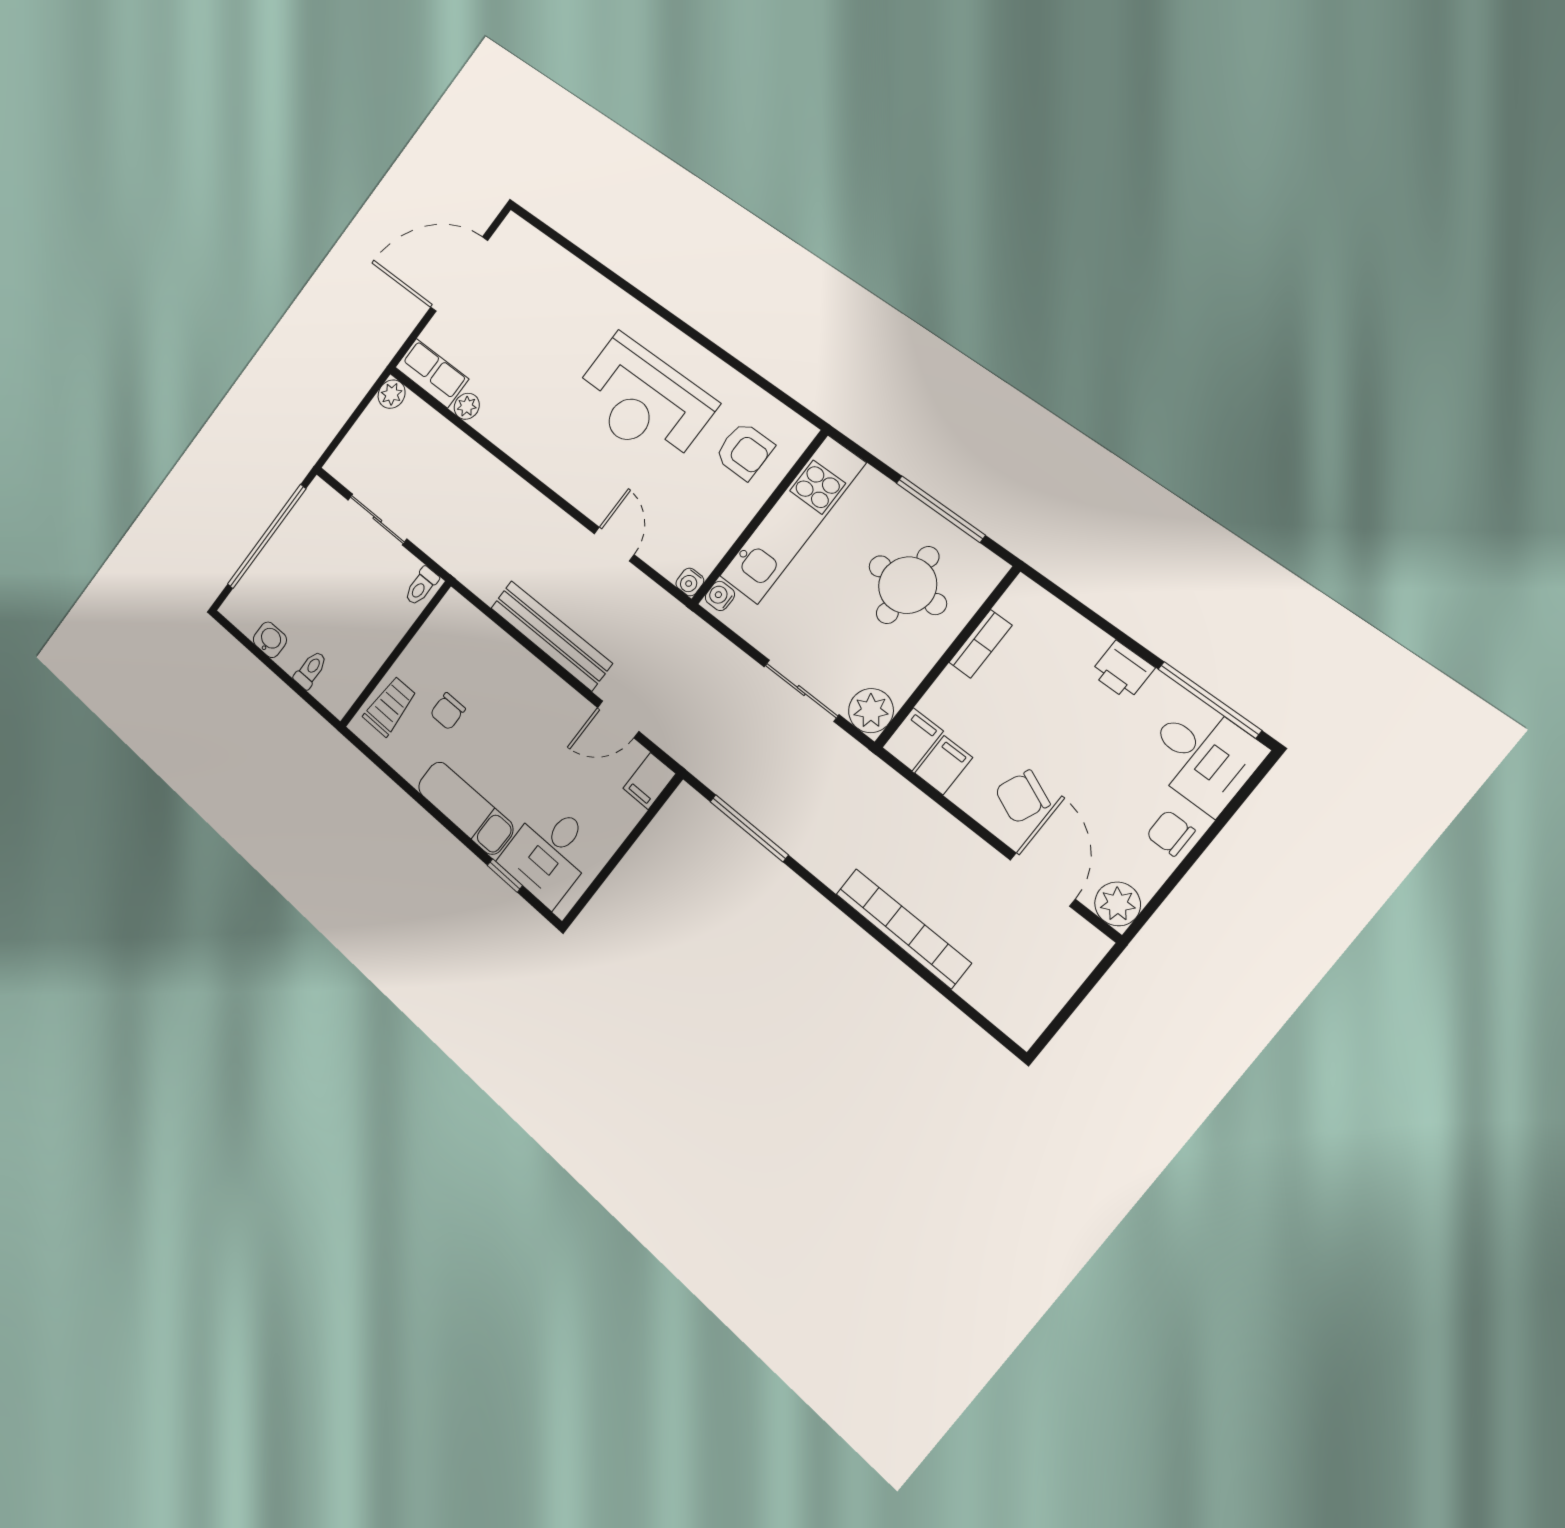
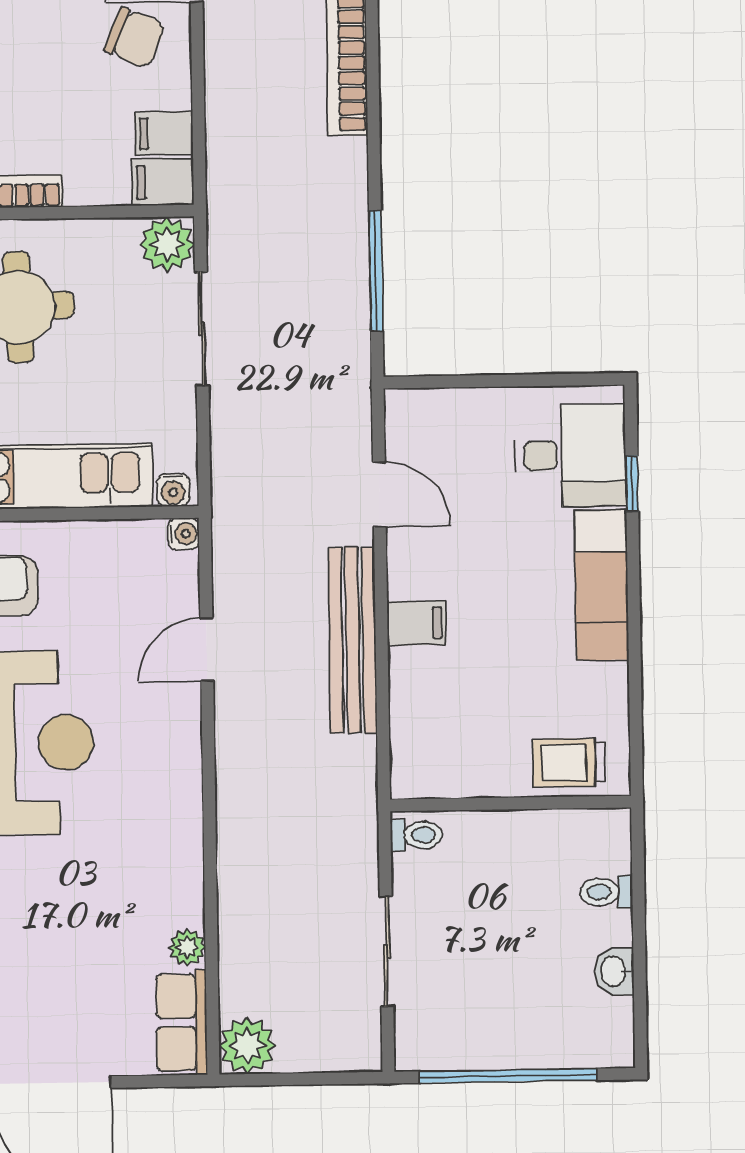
plant: (392, 394) -> (247, 1046), width x1.38, depth x1.38
chair: (448, 711) -> (521, 690), removed
filing cabinet: (649, 781) -> (417, 623), moved

